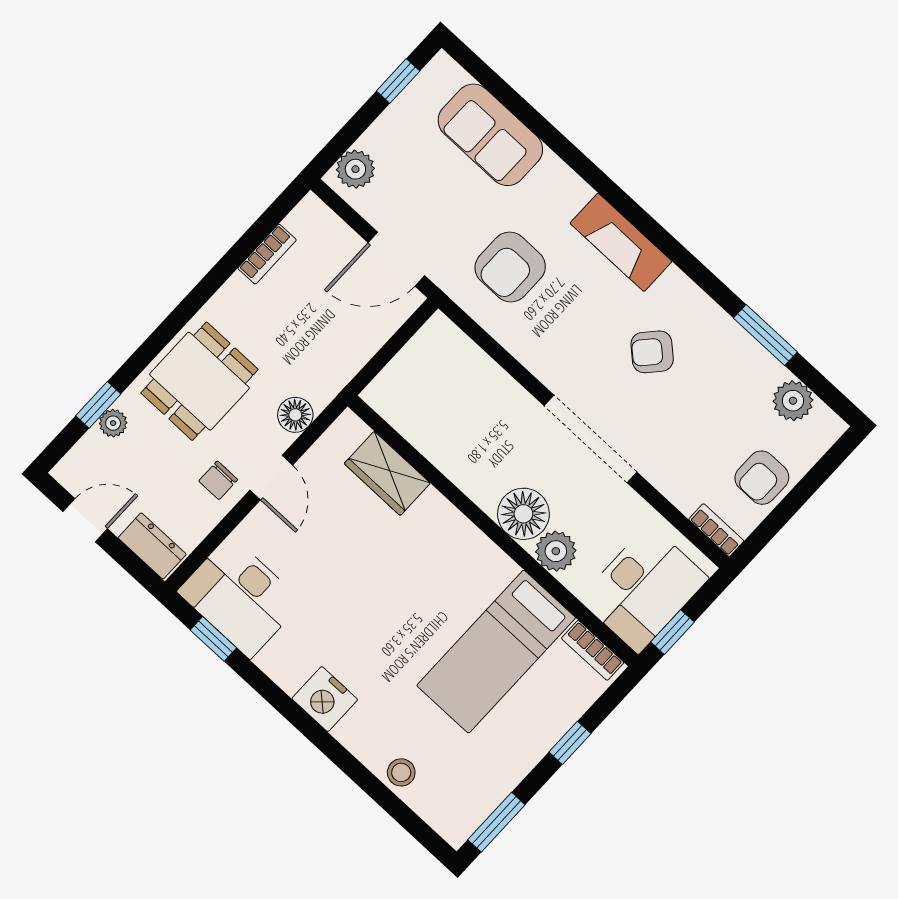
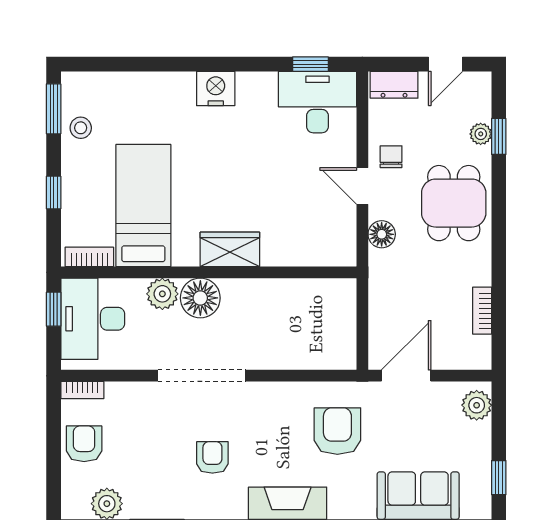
armchair: (652, 352) -> (212, 457), turned -42
wardrobe: (387, 473) -> (230, 249), moved
stool: (401, 772) -> (81, 128), moved

